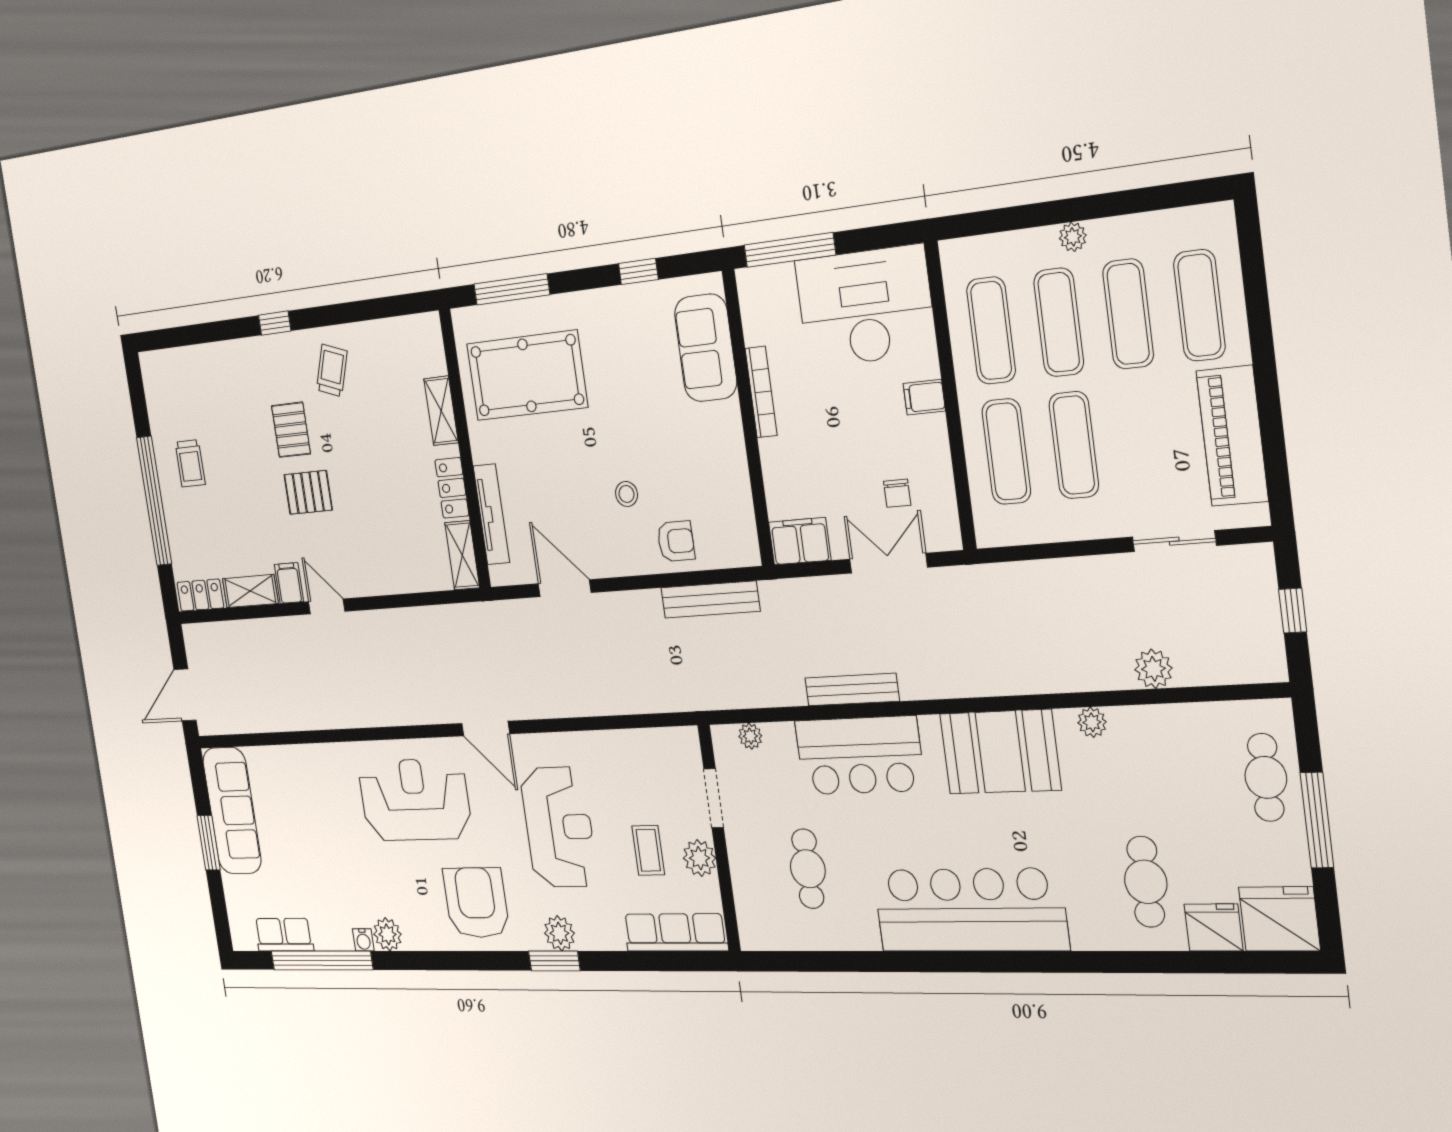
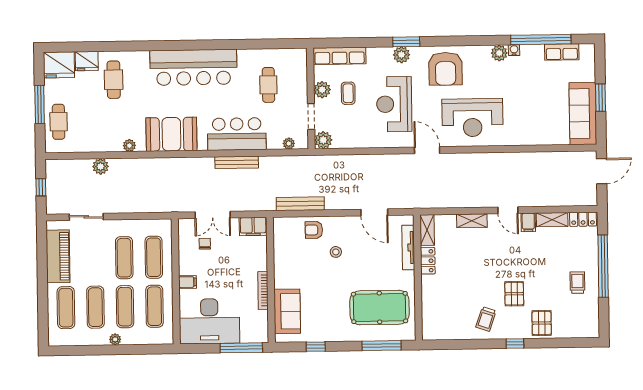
shelving: (441, 411) -> (472, 221), moved, turned 90
pallet: (308, 492) -> (542, 323), moved, turned 90
plant: (683, 746) -> (323, 140), added

